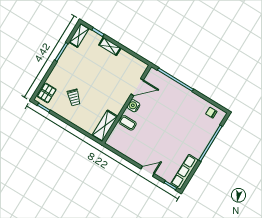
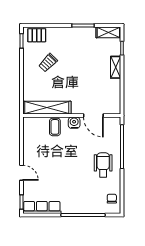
wheelchair: (181, 103) -> (103, 165), added
shelving: (105, 126) -> (47, 108), width x1.47

